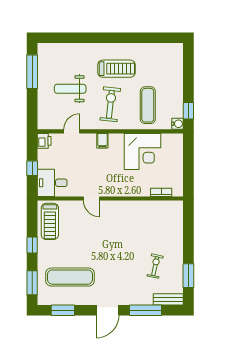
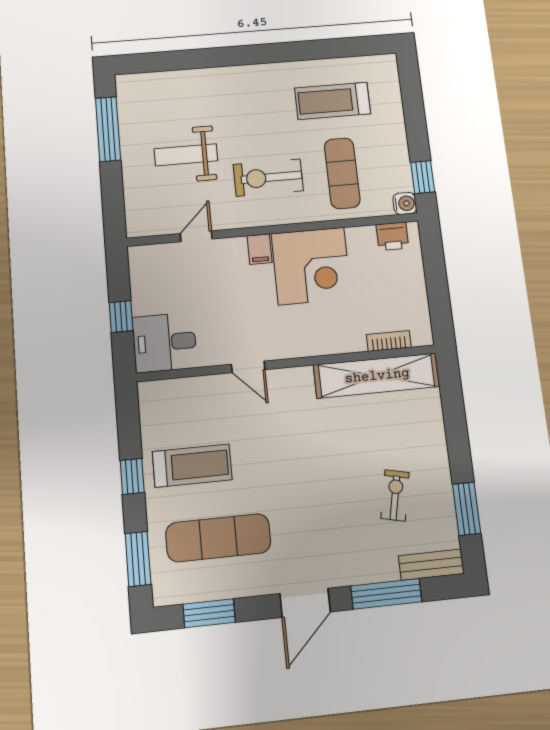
treadmill: (117, 69) -> (333, 101), moved, turned 180
exercise bike: (110, 104) -> (268, 178), turned -96
printer: (44, 141) -> (392, 236), moved, turned 90
corner desk: (143, 151) -> (311, 266), moved
shelving: (153, 209) -> (377, 376), added
treadmill: (50, 221) -> (192, 466), moved, turned -90

